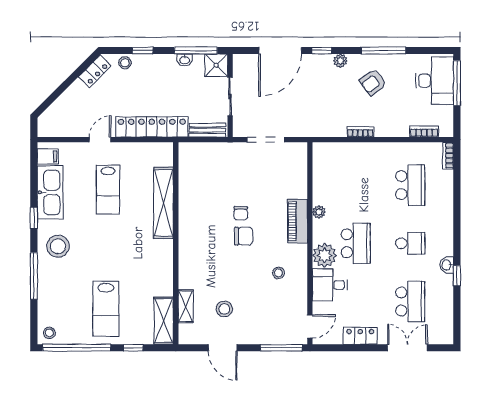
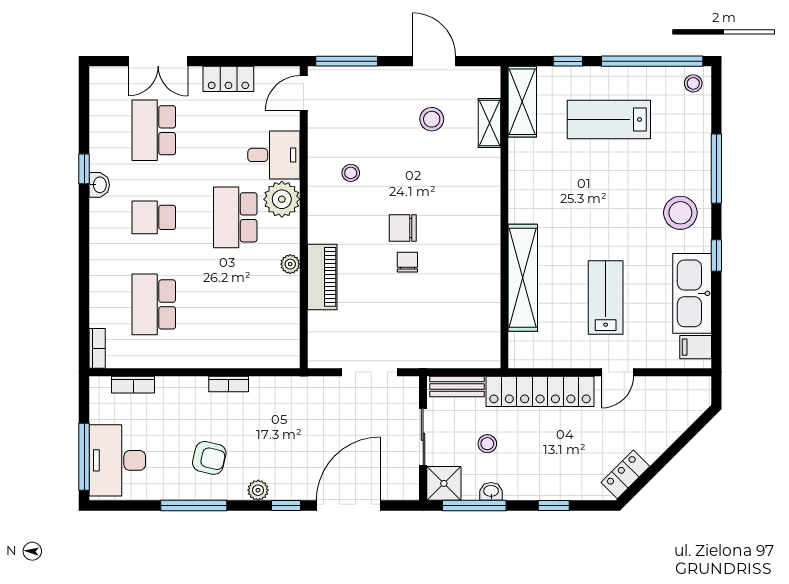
stool: (125, 63) -> (487, 444), moved
armchair: (373, 82) -> (209, 458), turned 50
piano: (298, 221) -> (322, 277), moved
lab bench: (106, 309) -> (609, 119), turned -90

